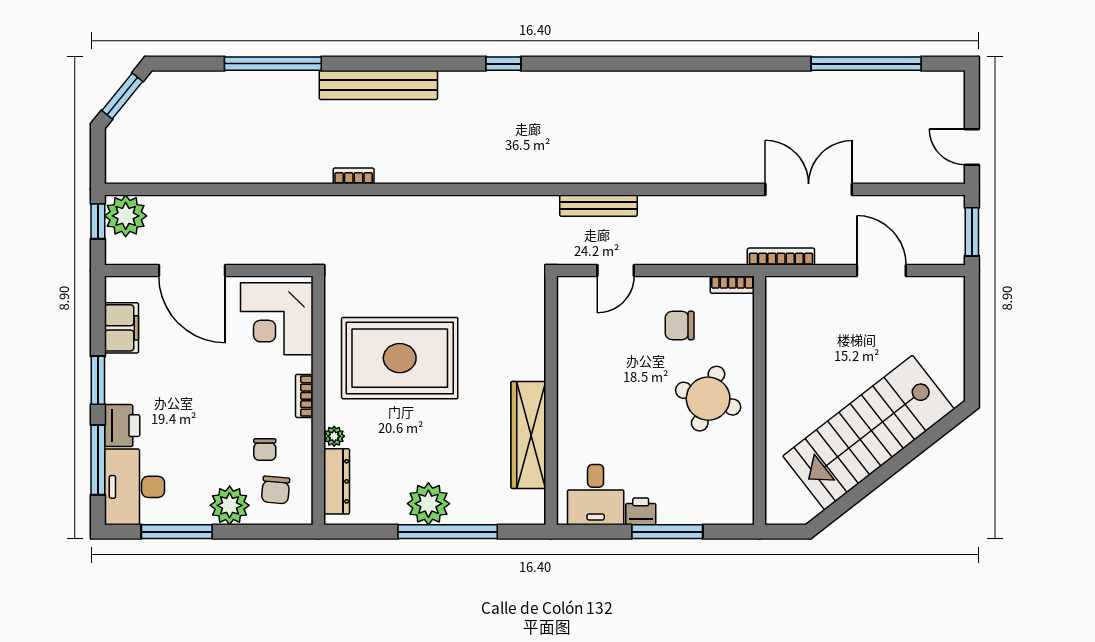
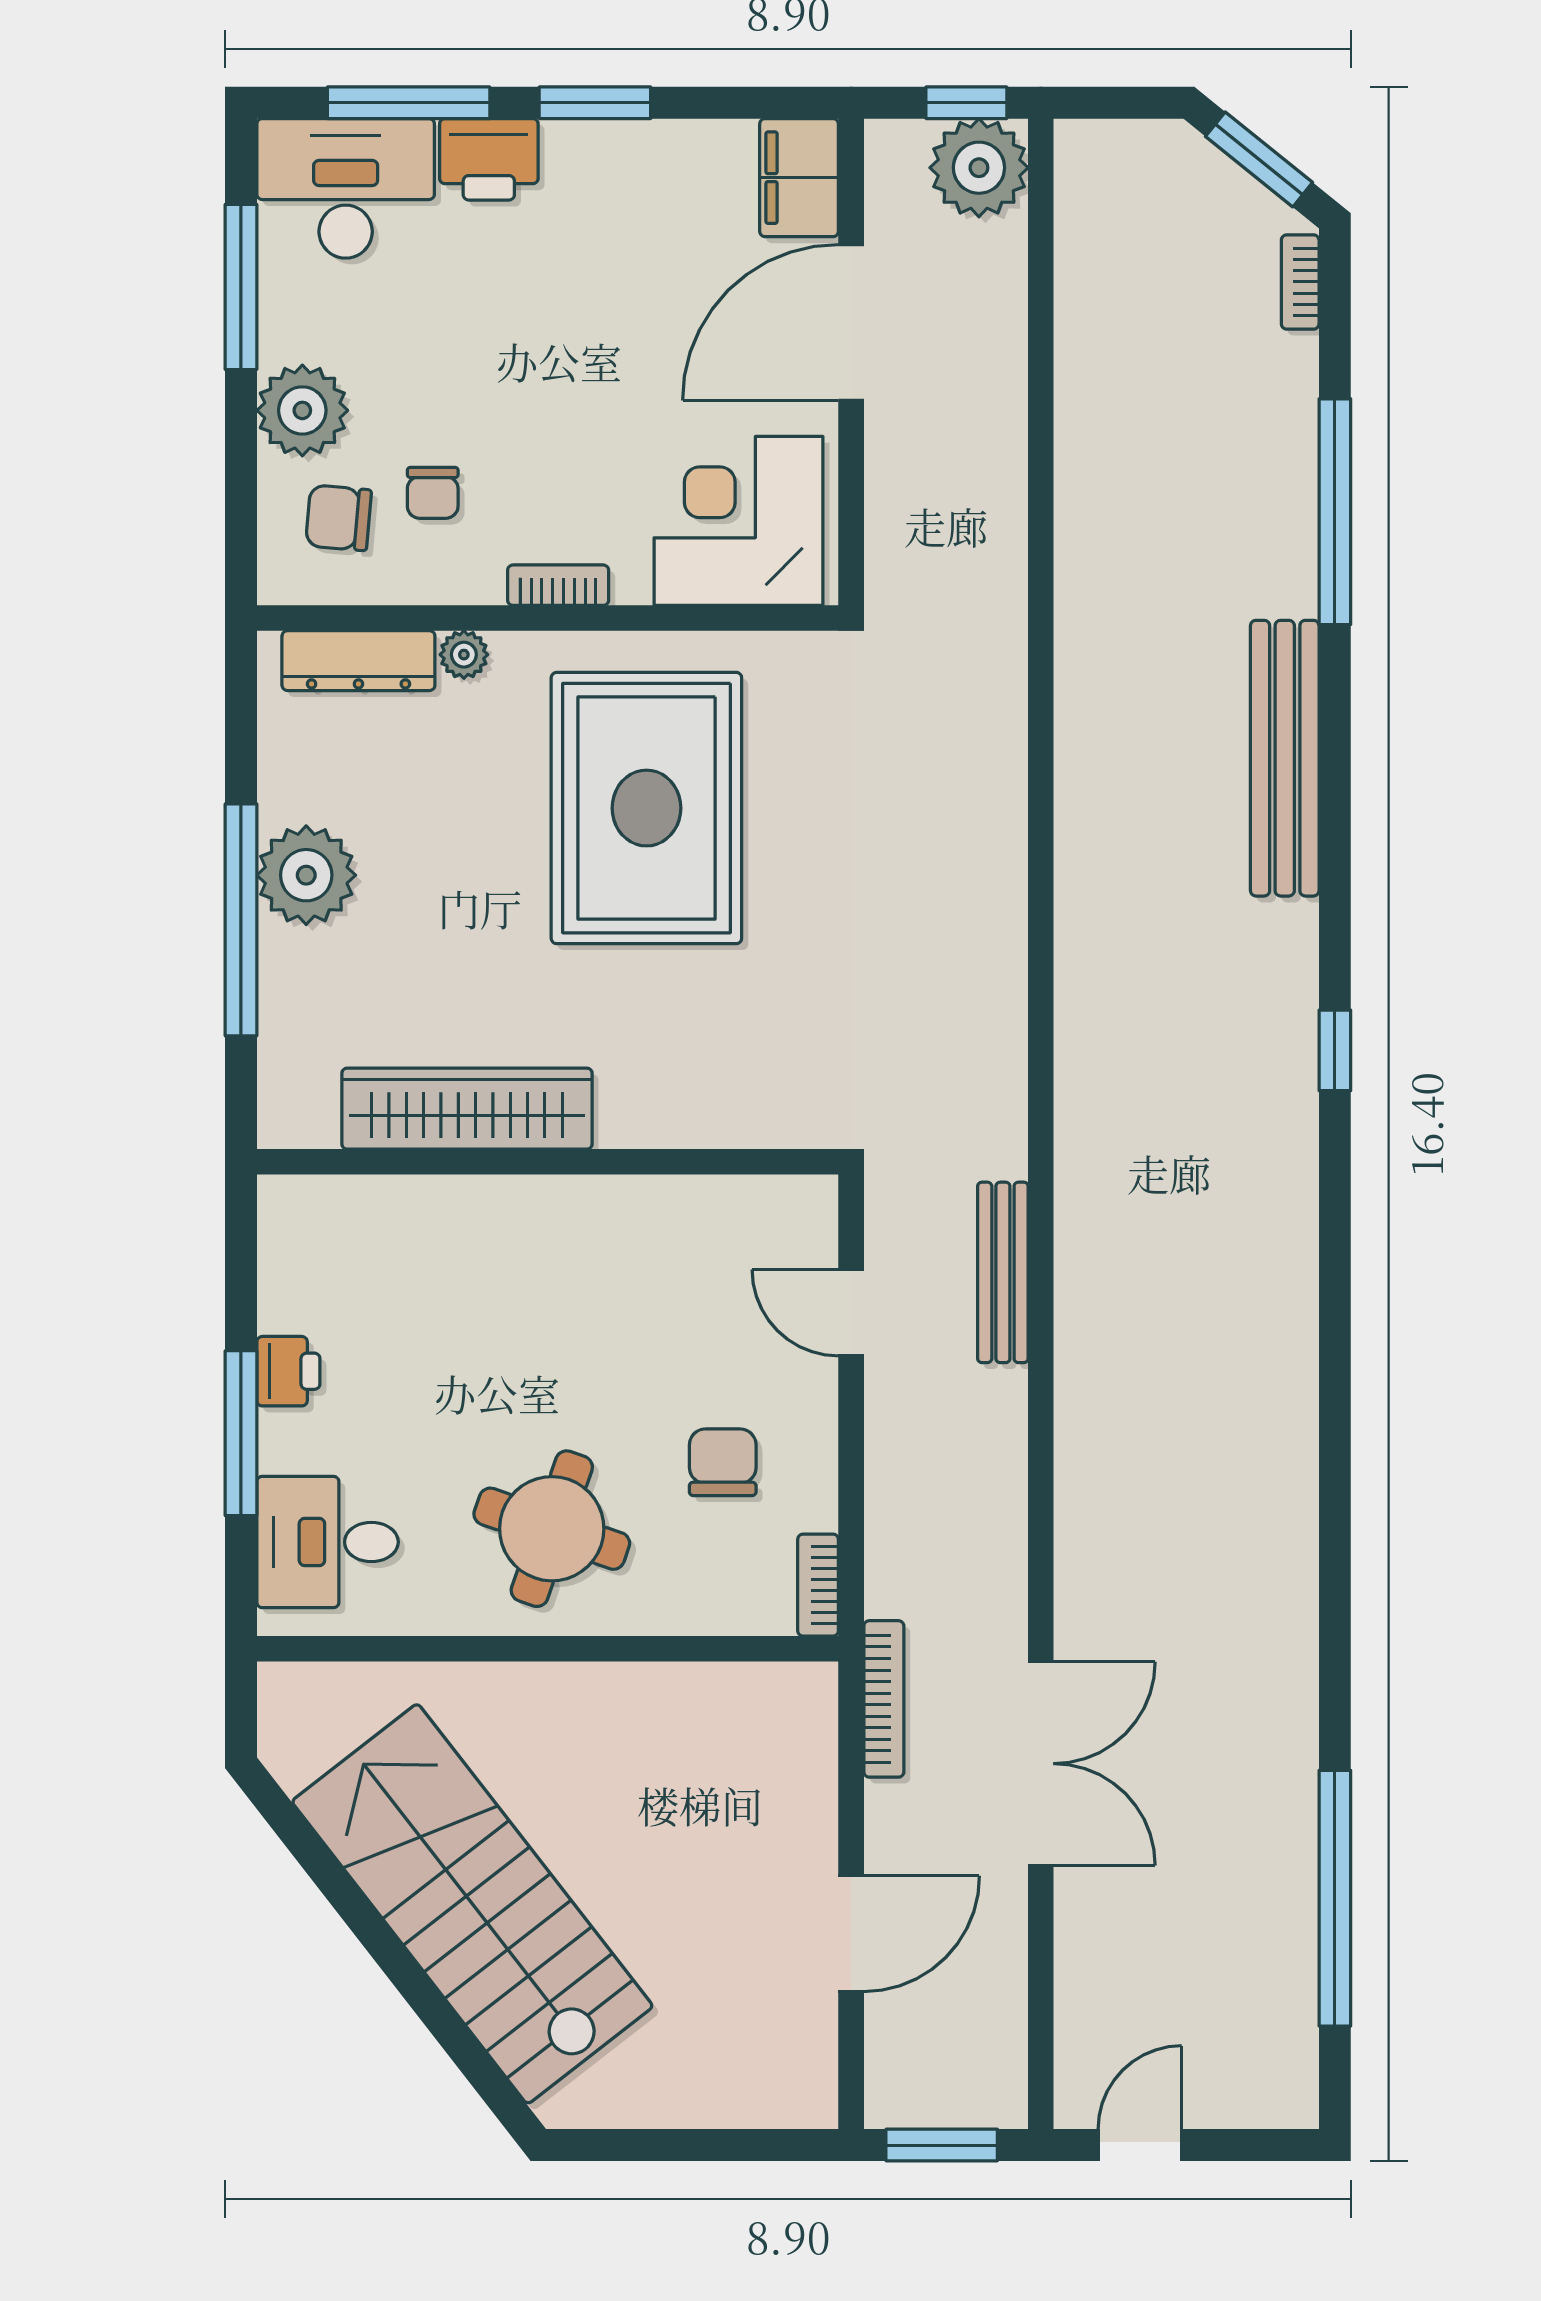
bookcase: (354, 176) -> (1300, 282), moved, turned 180
filing cabinet: (122, 328) -> (799, 178), moved, turned 90
chair: (265, 450) -> (433, 493), turned -90
desk: (596, 495) -> (328, 1542), moved

